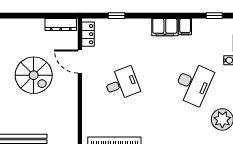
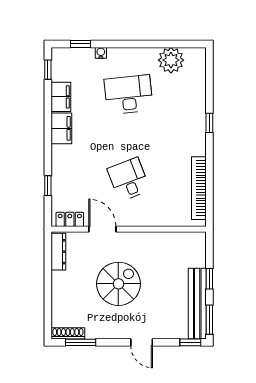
filing cabinet: (185, 27) -> (61, 97), width x2.00
door: (80, 62) -> (102, 229), swing flipped
desk: (193, 84) -> (129, 95), turned -30

